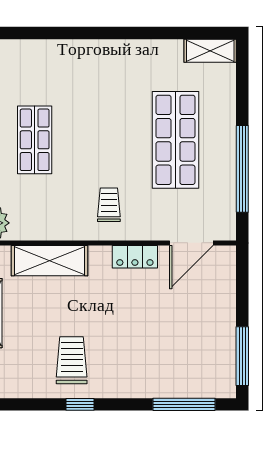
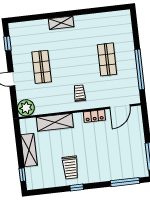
shelving: (210, 51) -> (61, 23), moved
shop shelf: (175, 140) -> (107, 59), width x0.70, depth x0.74
trolley: (72, 360) -> (70, 167), turned 180

